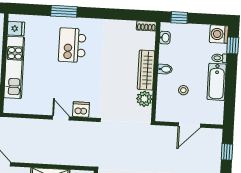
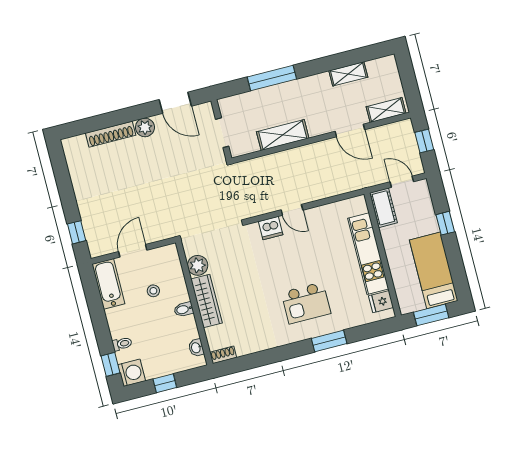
window: (179, 18) -> (165, 383), moved
kitchen island: (72, 45) -> (306, 303), turned 90
bathtub: (217, 82) -> (108, 284), moved

